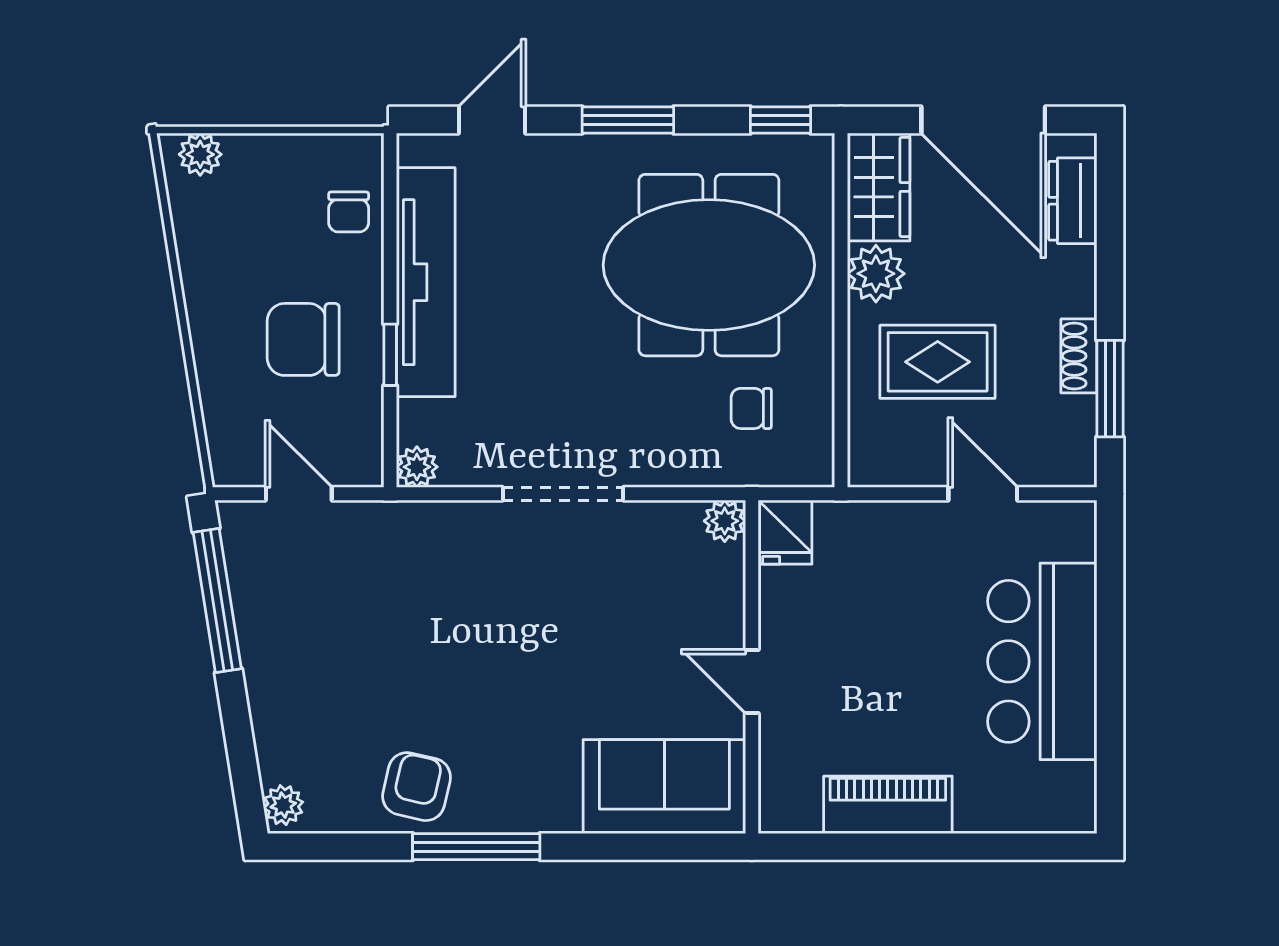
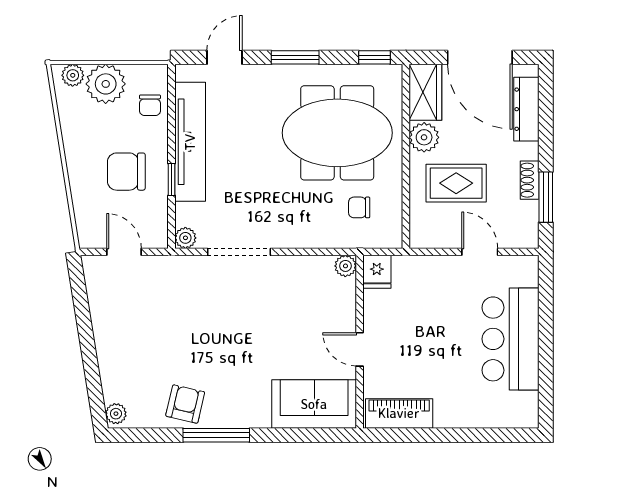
plant: (264, 171) -> (106, 84), added
dresser: (1073, 201) -> (526, 109), width x1.44
doorway: (563, 494) -> (239, 252), moved
window: (217, 600) -> (82, 307), removed
piano: (888, 805) -> (399, 413), moved

